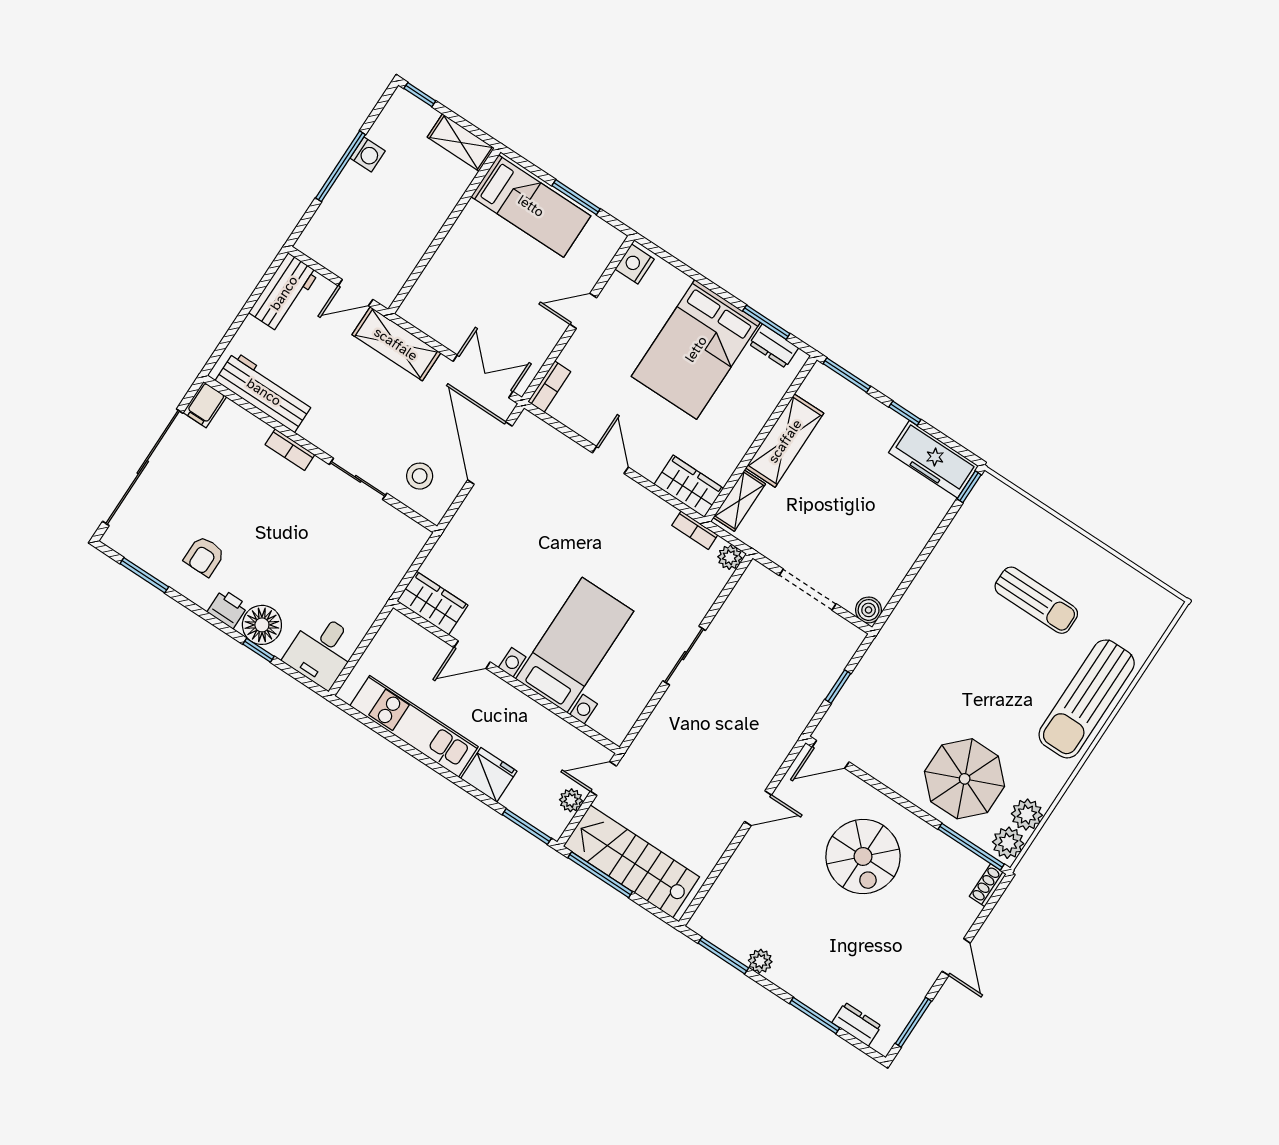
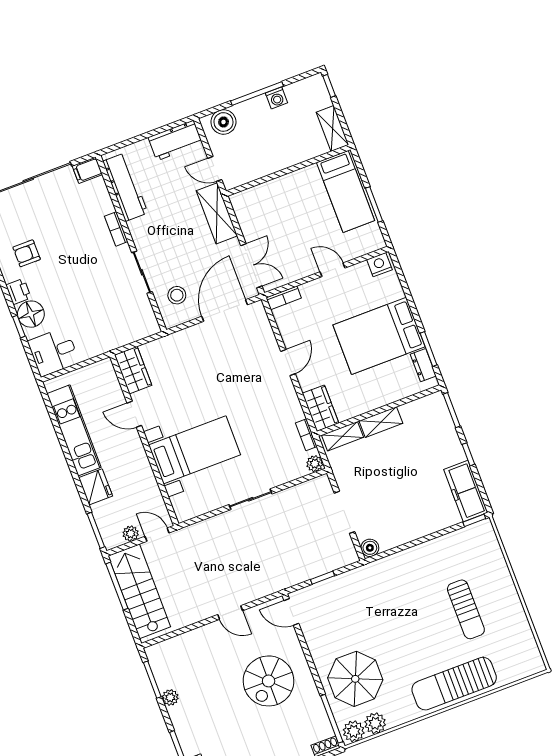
boiler: (325, 229) -> (223, 122), added
shelving: (785, 441) -> (381, 422), width x0.67, depth x0.75

